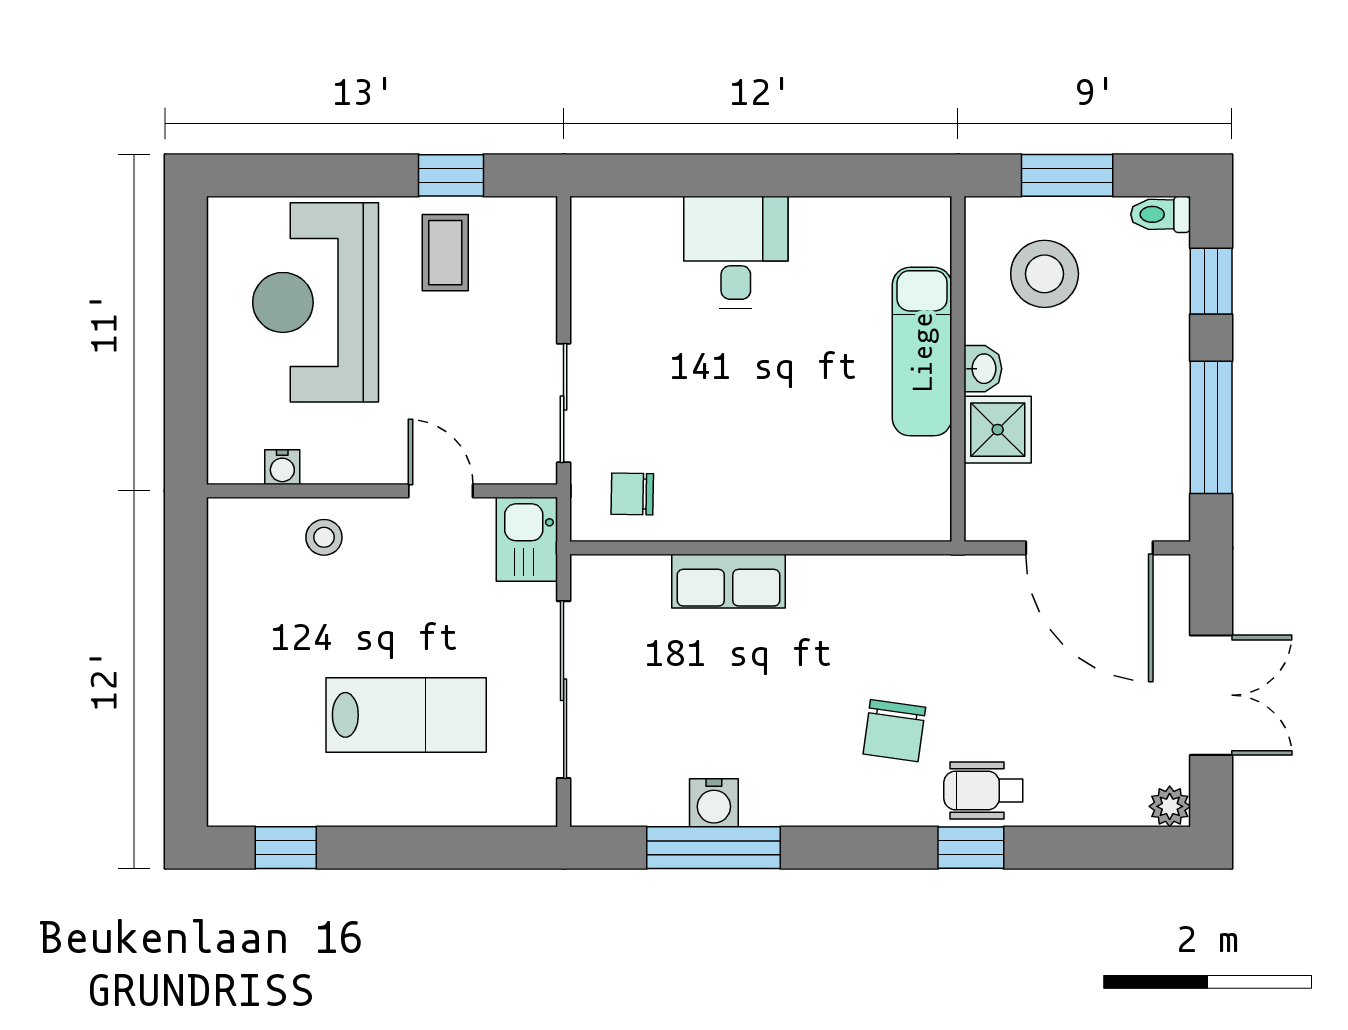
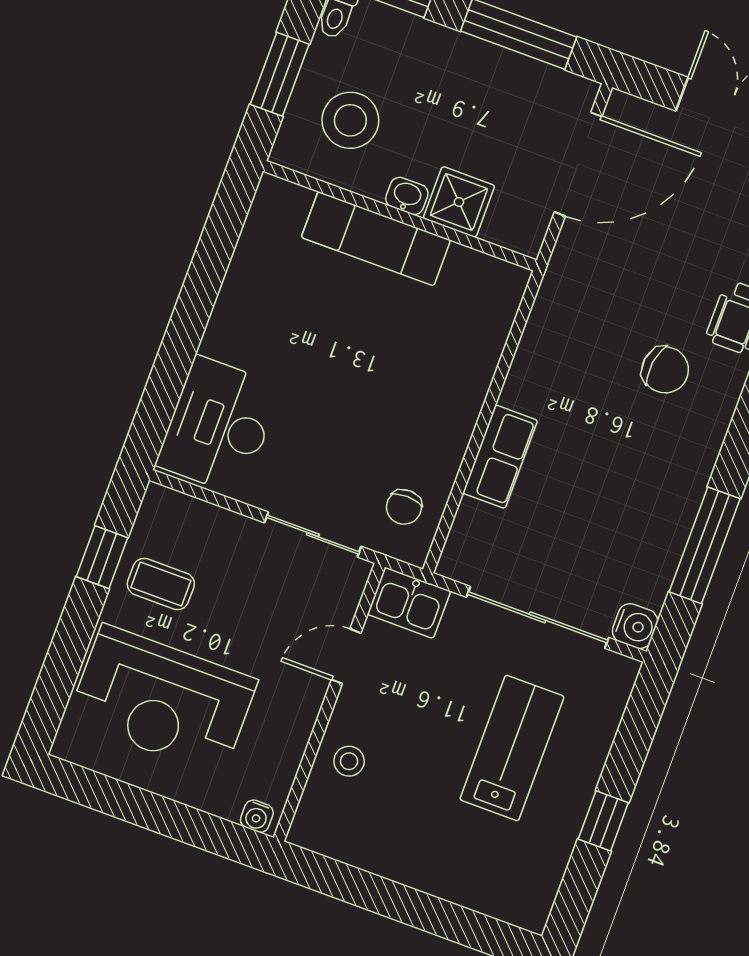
desk: (736, 252) -> (219, 426), moved, width x1.37
water cooler: (282, 467) -> (257, 816), moved, turned 90
water cooler: (714, 803) -> (635, 626), moved
window: (286, 848) -> (603, 821), moved

